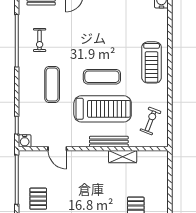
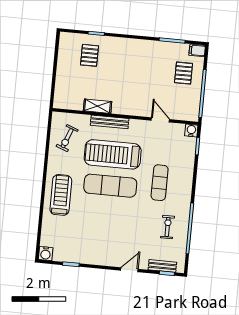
exercise mat: (102, 77) -> (110, 186), width x1.36, depth x1.45

